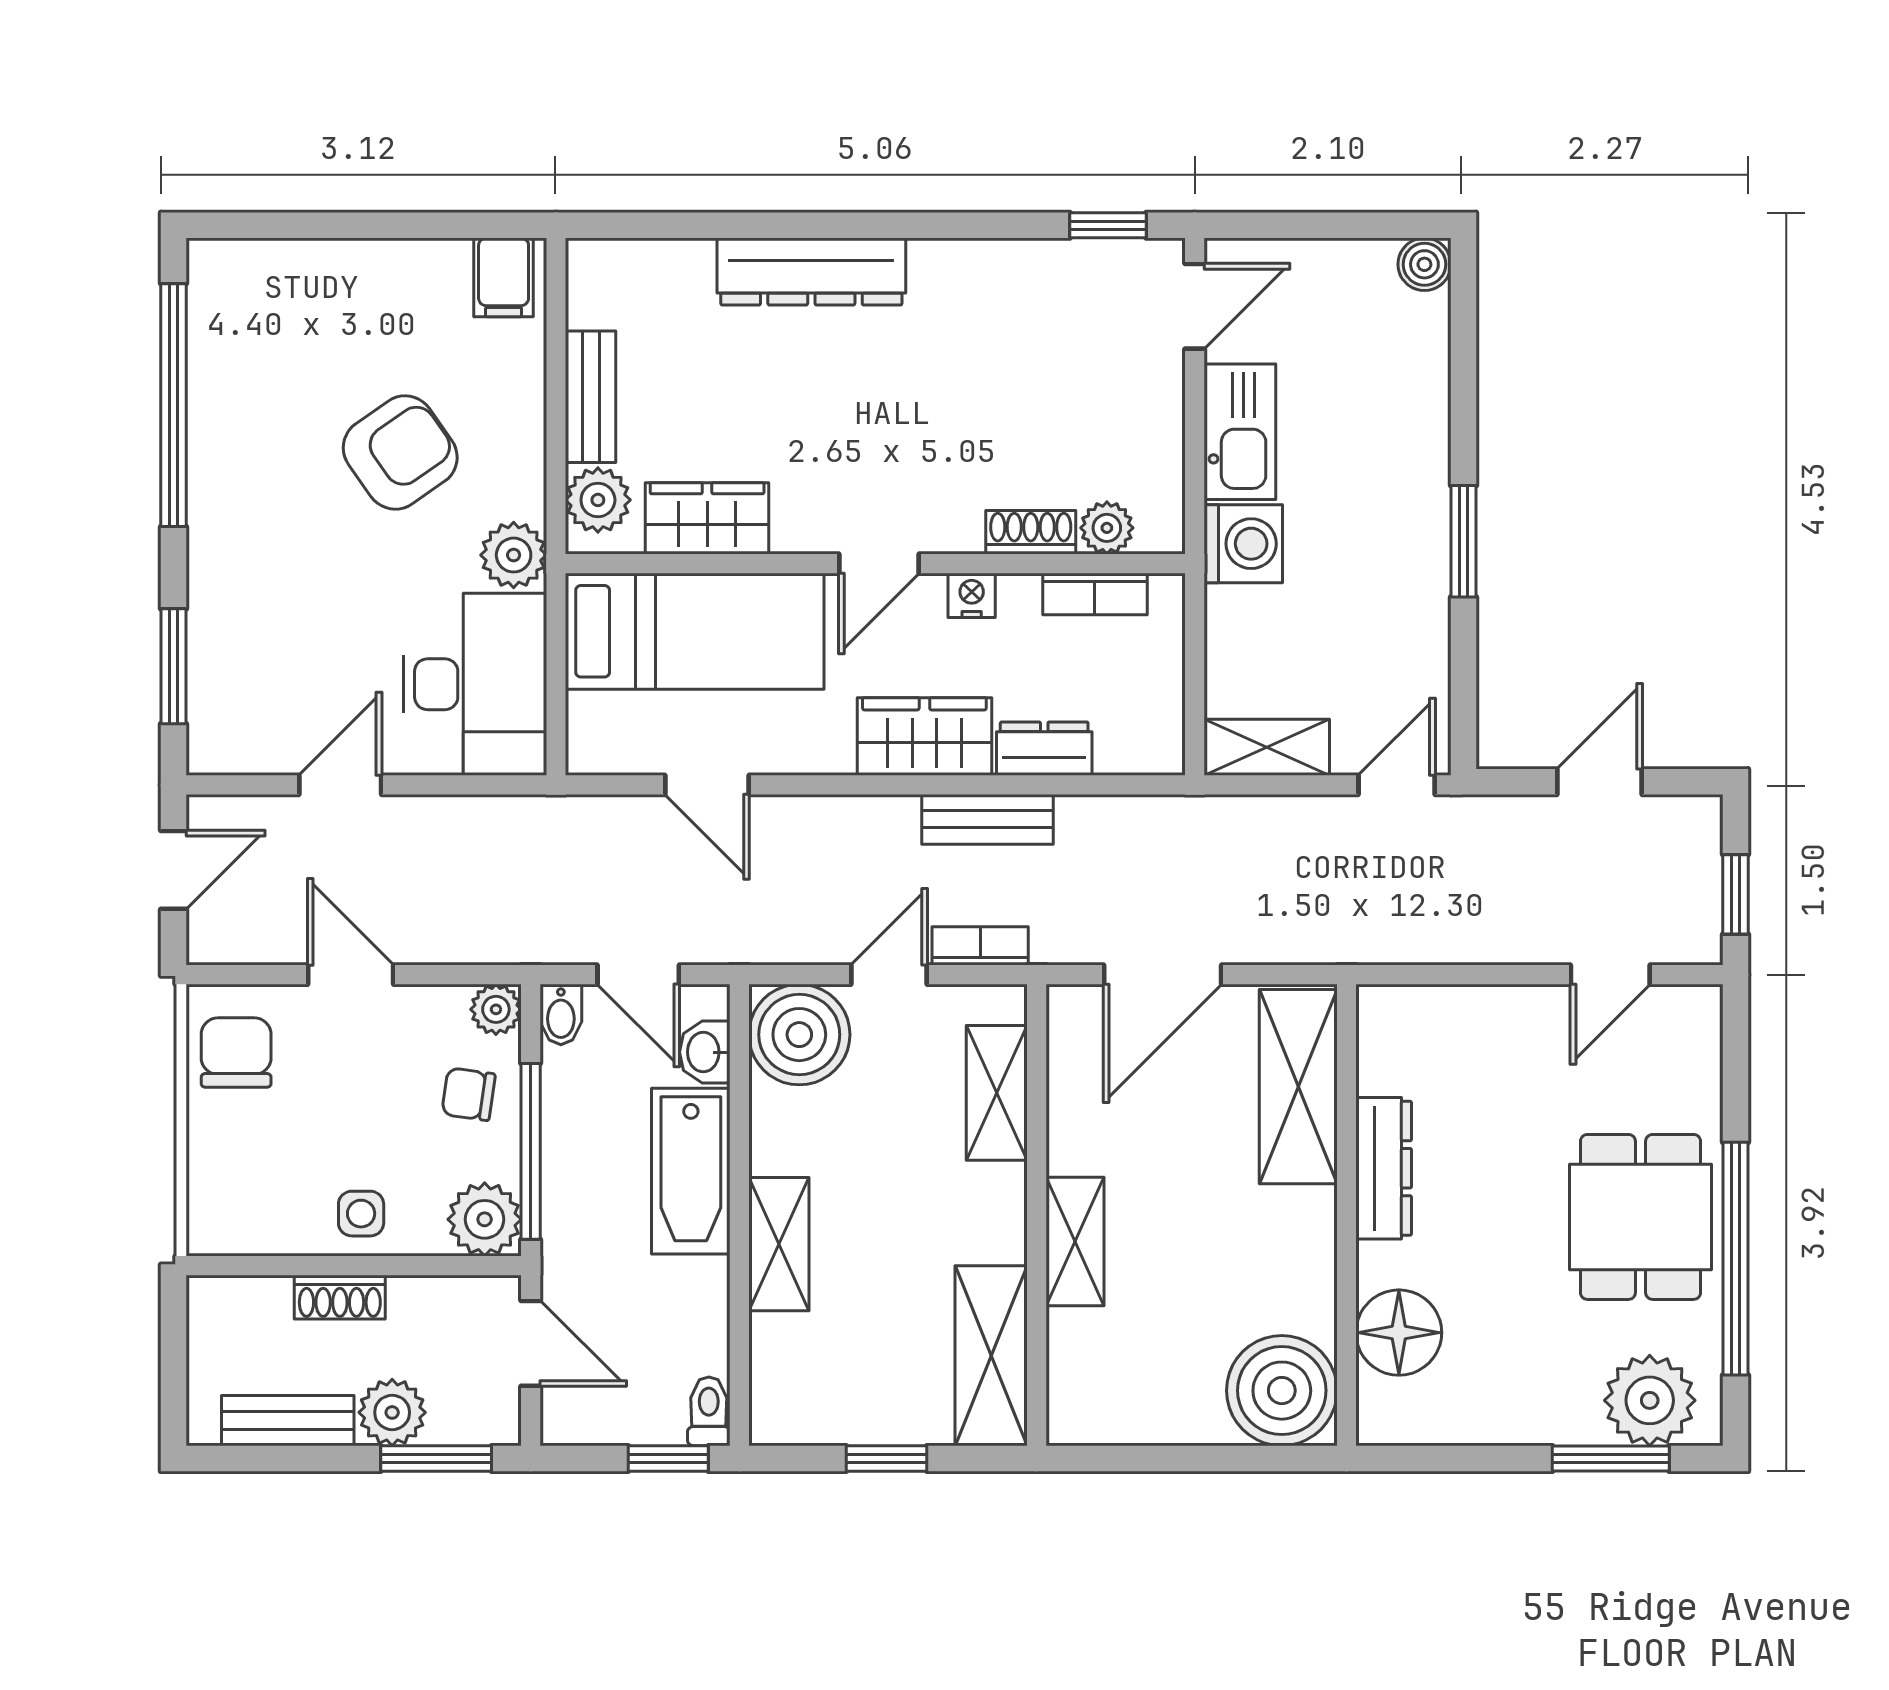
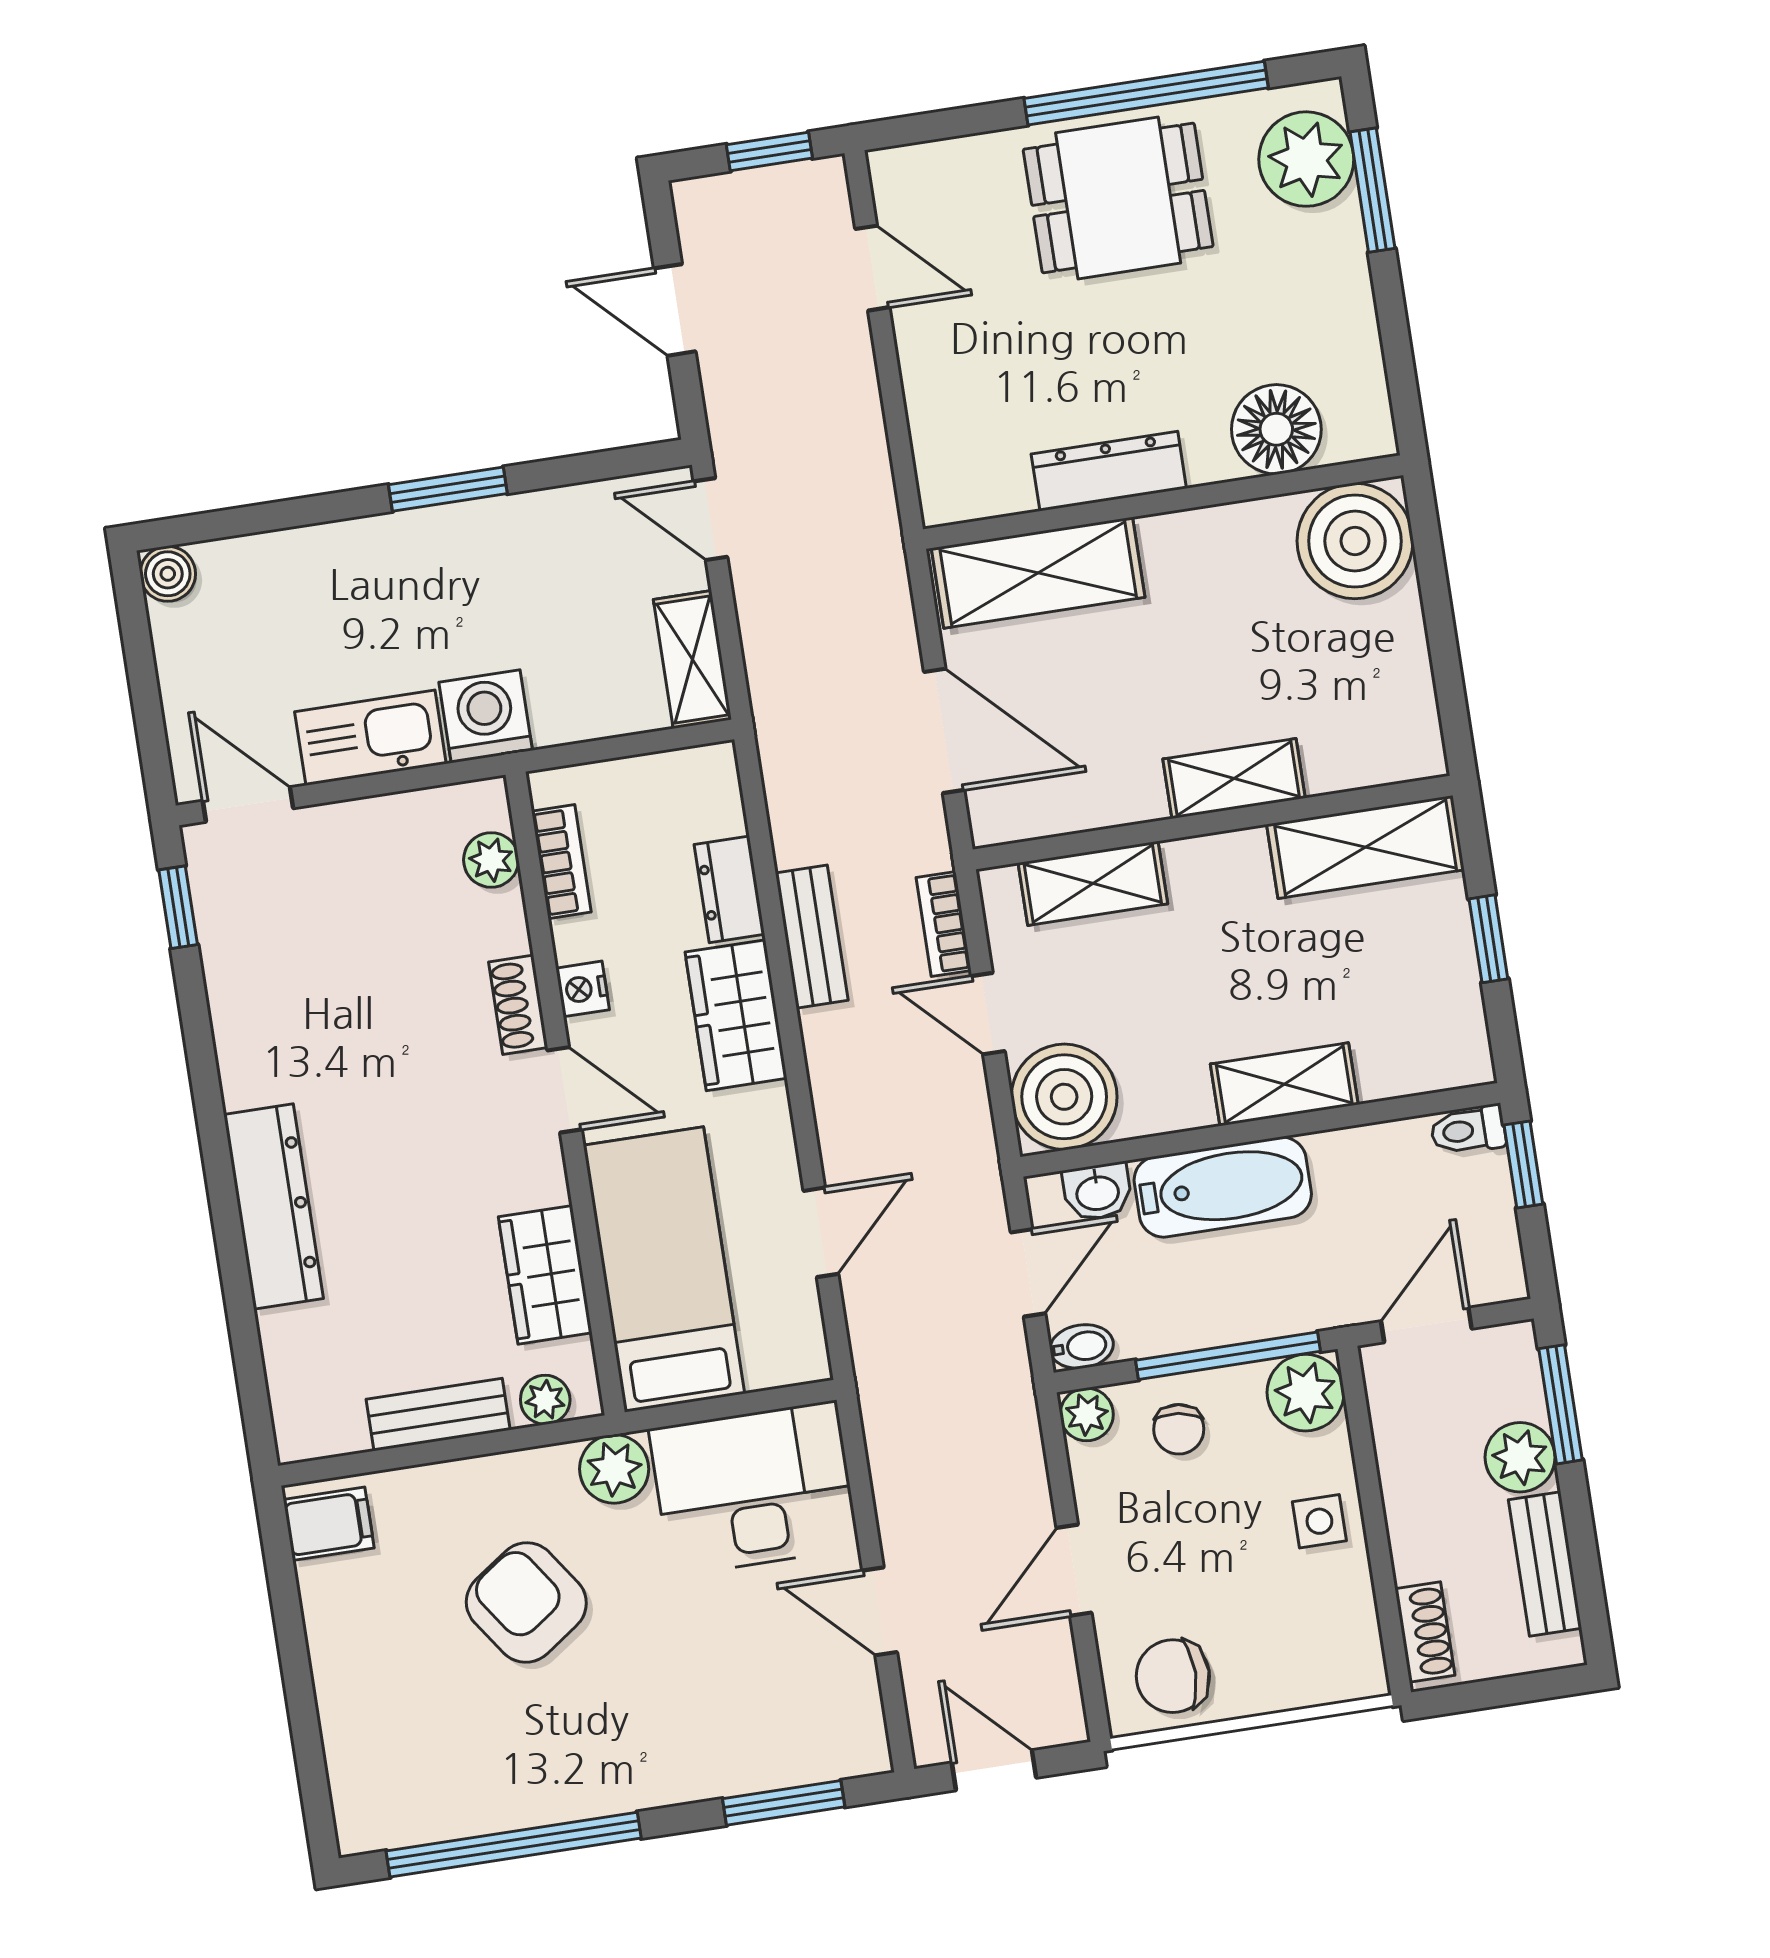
plant: (598, 500) -> (545, 1400), width x0.73, depth x0.73
shoe rack: (1031, 532) -> (518, 1005), moved
shoe rack: (340, 1297) -> (1425, 1632), moved

